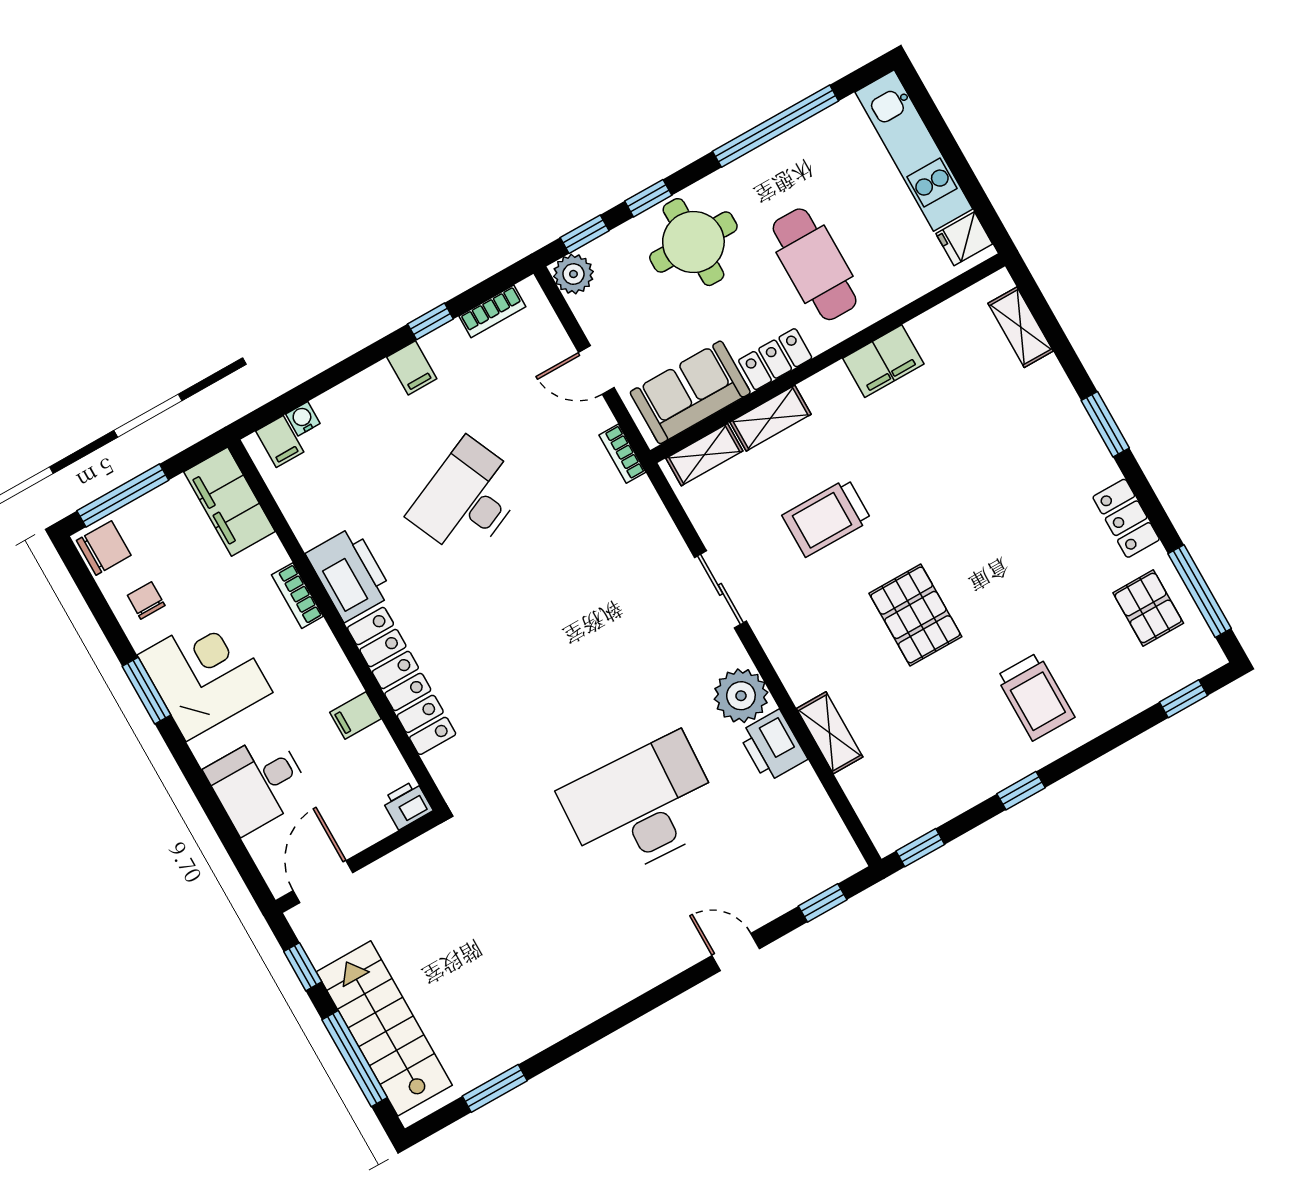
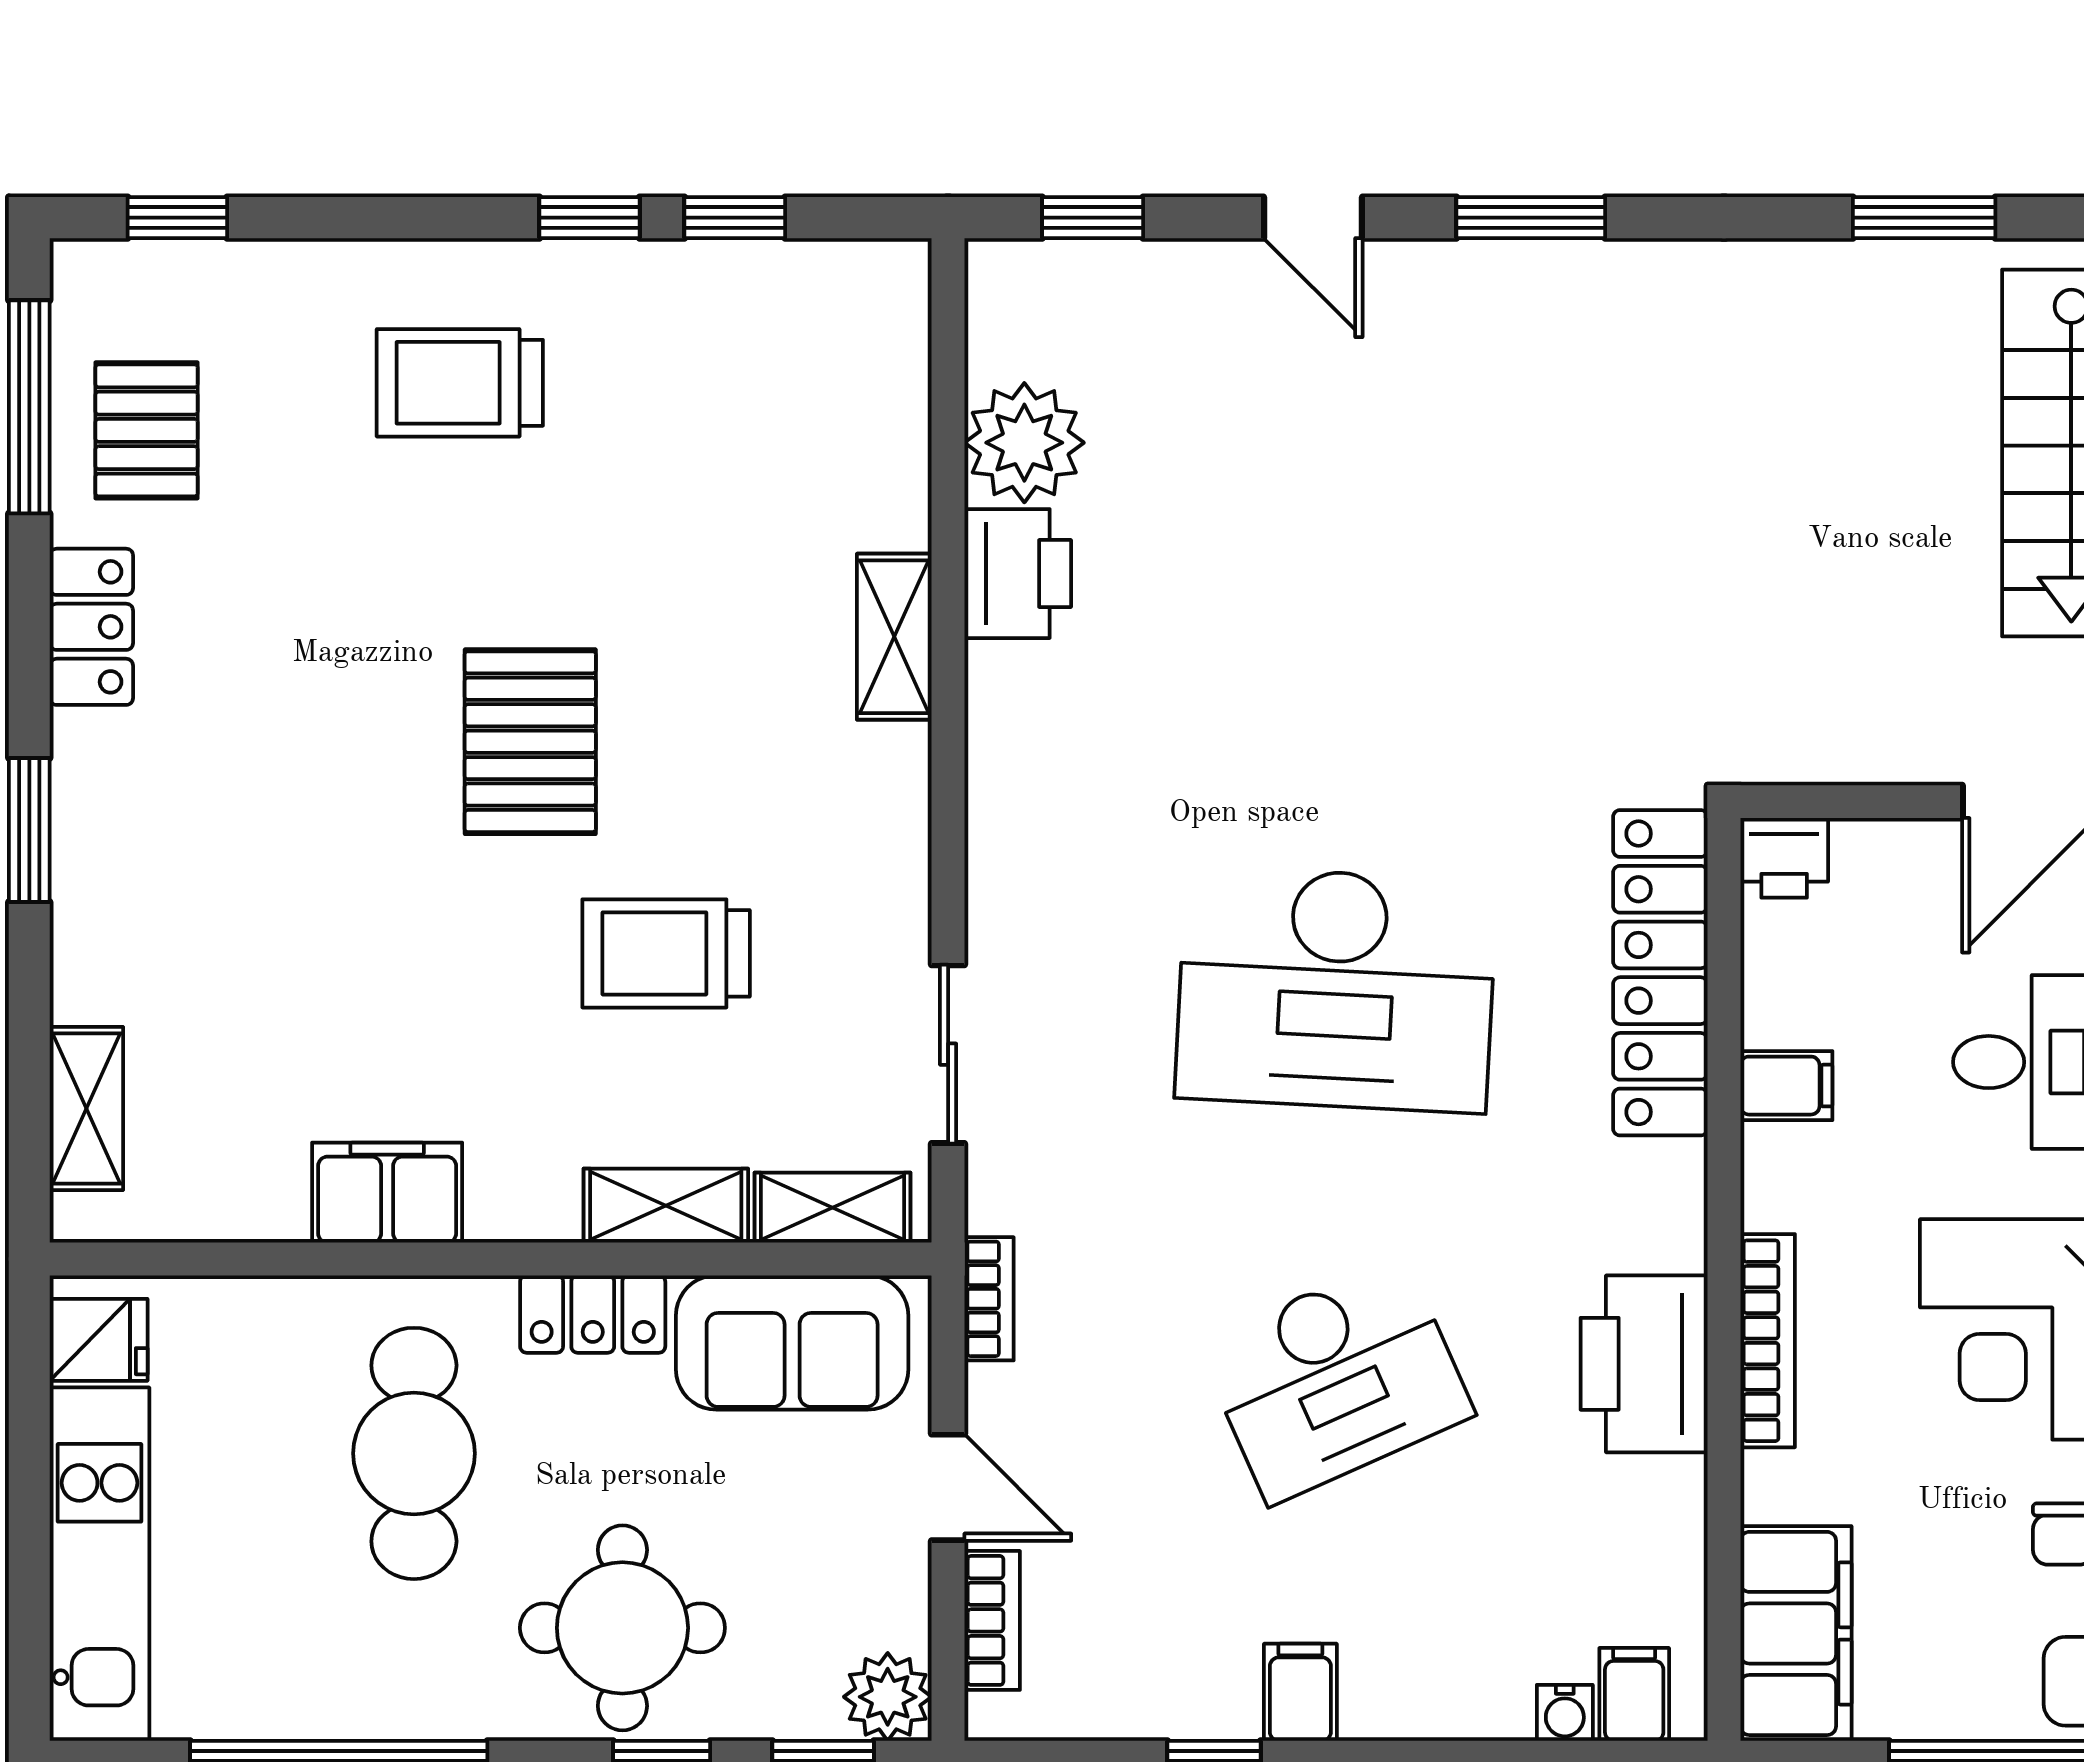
bookcase: (492, 311) -> (992, 1620), moved, turned 90
trolley: (827, 518) -> (666, 953), turned 180
sliding door: (720, 589) -> (948, 1054), moved
bookcase: (297, 596) -> (1768, 1341), width x1.56
pallet: (915, 615) -> (530, 742), moved
locker: (402, 681) -> (1660, 973), moved
plant: (741, 696) -> (1024, 443), moved
trolley: (1035, 697) -> (460, 383), turned -90
shelving: (830, 733) -> (894, 637), moved
desk: (642, 807) -> (1336, 989), moved
window: (920, 848) -> (735, 218), moved
window: (650, 1001) -> (1531, 218), added

